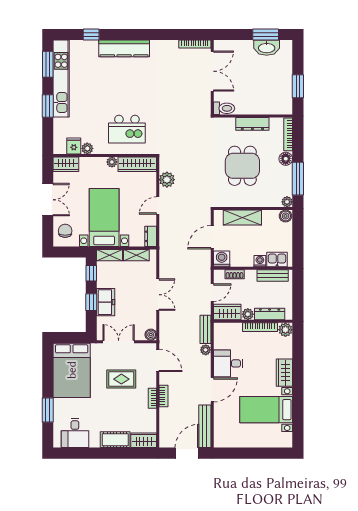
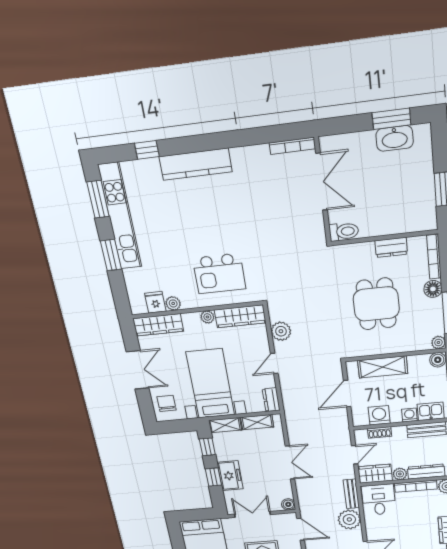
dresser: (252, 124) -> (391, 247), width x0.70
wardrobe: (66, 164) -> (158, 325), width x1.50
washing machine: (222, 259) -> (379, 415), moved
plant: (206, 350) -> (349, 519), width x1.87, depth x1.87
desk: (228, 363) -> (379, 500), moved, turned 90

